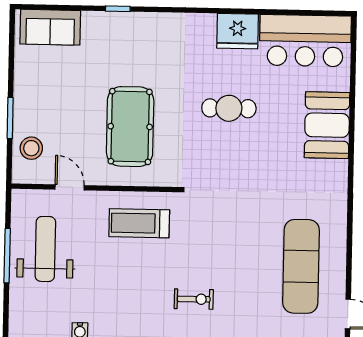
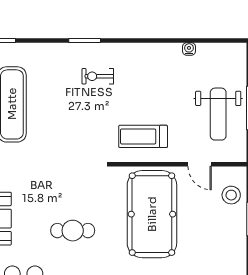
pool table: (130, 127) -> (152, 214), width x1.36, depth x1.32
treadmill: (139, 223) -> (143, 136), turned 180

